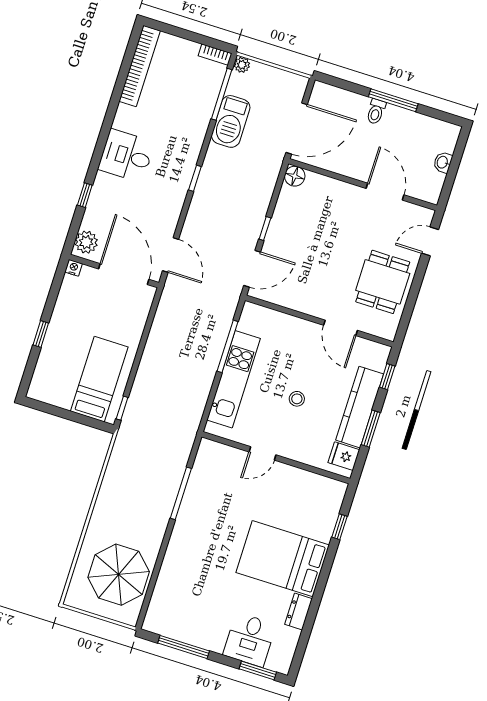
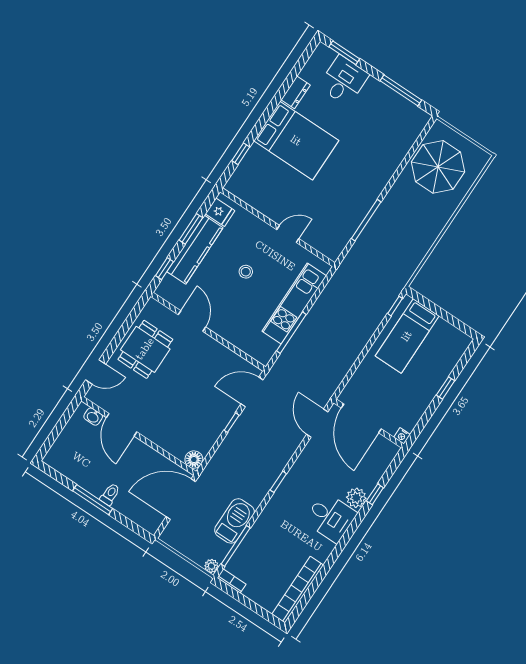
washbasin: (443, 162) -> (93, 417), moved, turned 90
plant: (86, 242) -> (356, 498), moved

